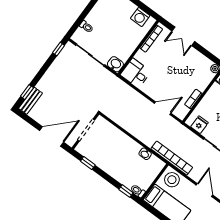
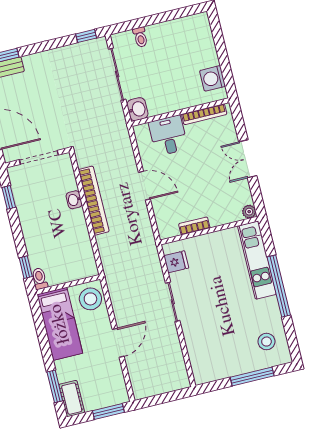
double door: (183, 36) -> (248, 159), moved
desk: (136, 73) -> (168, 136), moved
door: (163, 108) -> (144, 186), moved
washbasin: (145, 154) -> (74, 200), moved
bookcase: (172, 158) -> (94, 201), moved

